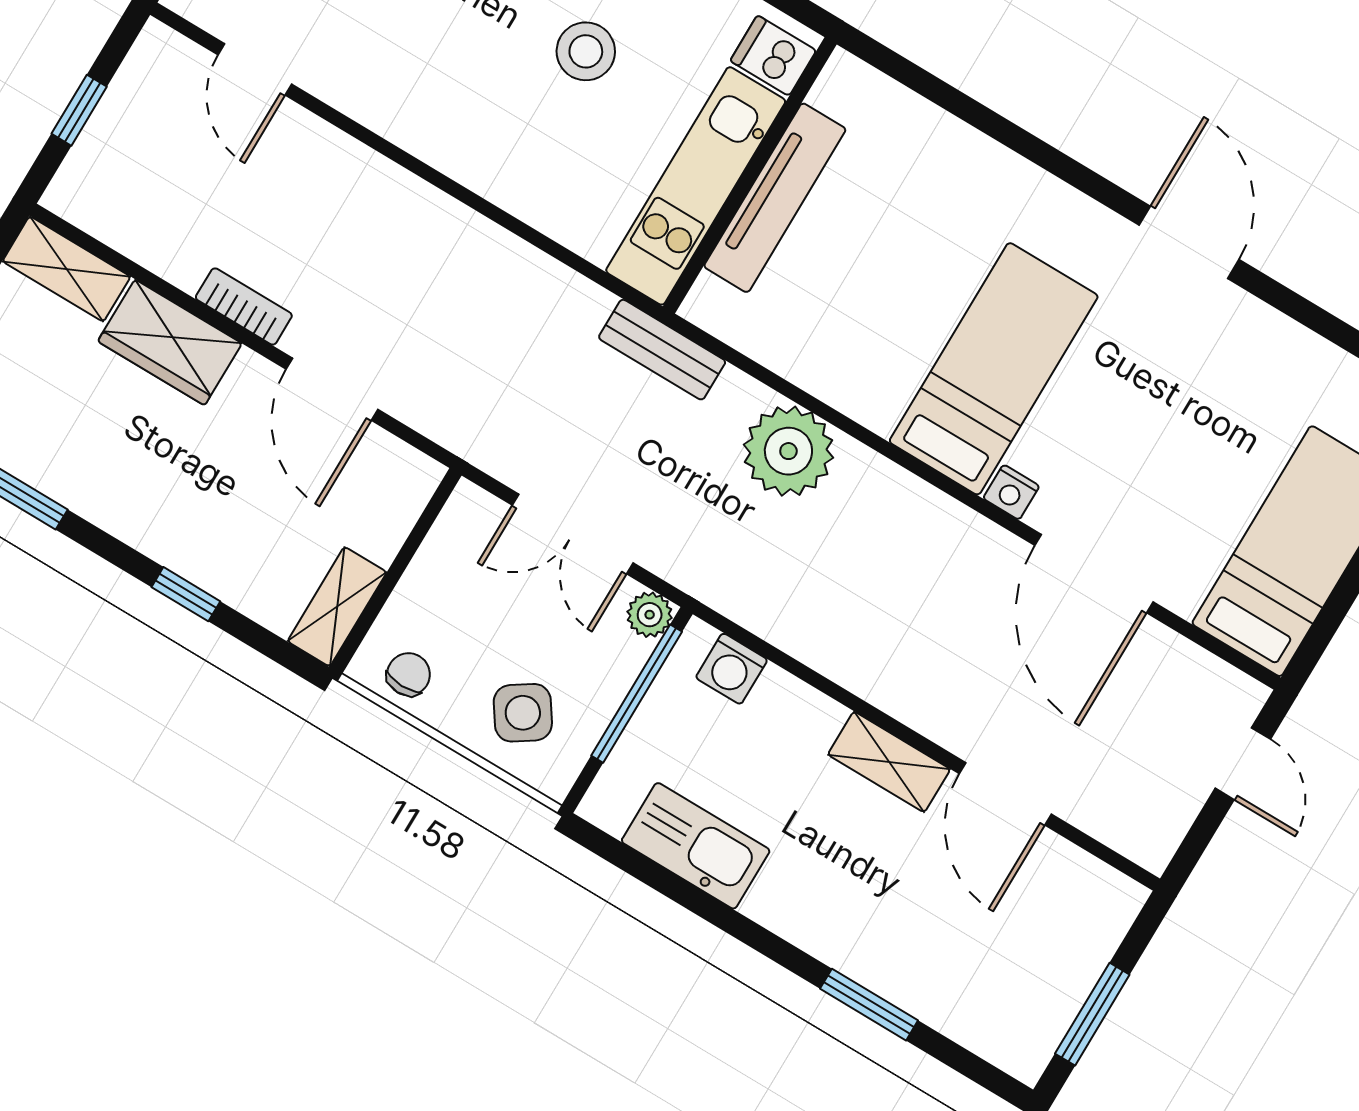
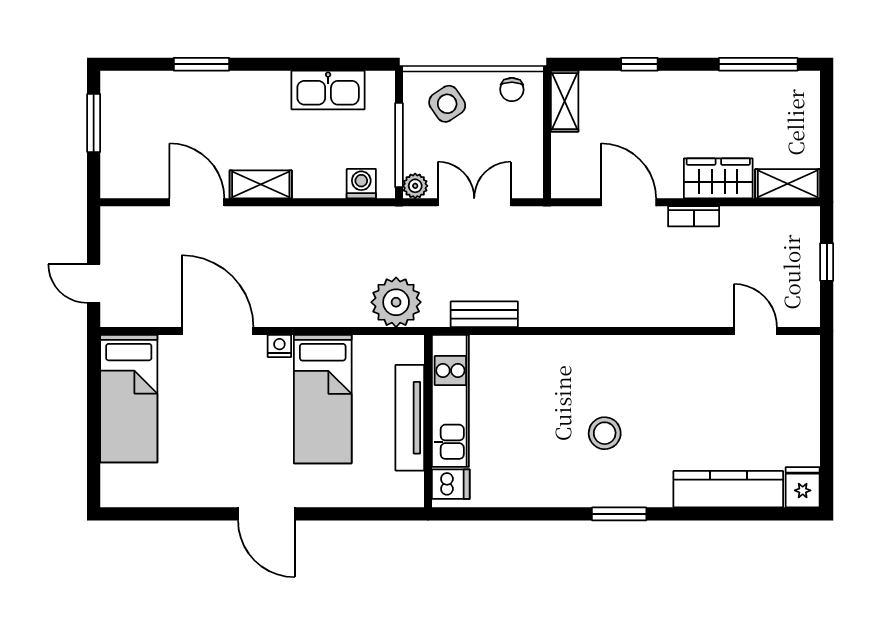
dishwasher: (773, 56) -> (451, 484), moved
wall: (750, 175) -> (428, 421), moved
kitchen unit: (696, 186) -> (450, 401), moved
tv unit: (775, 198) -> (410, 418), moved

